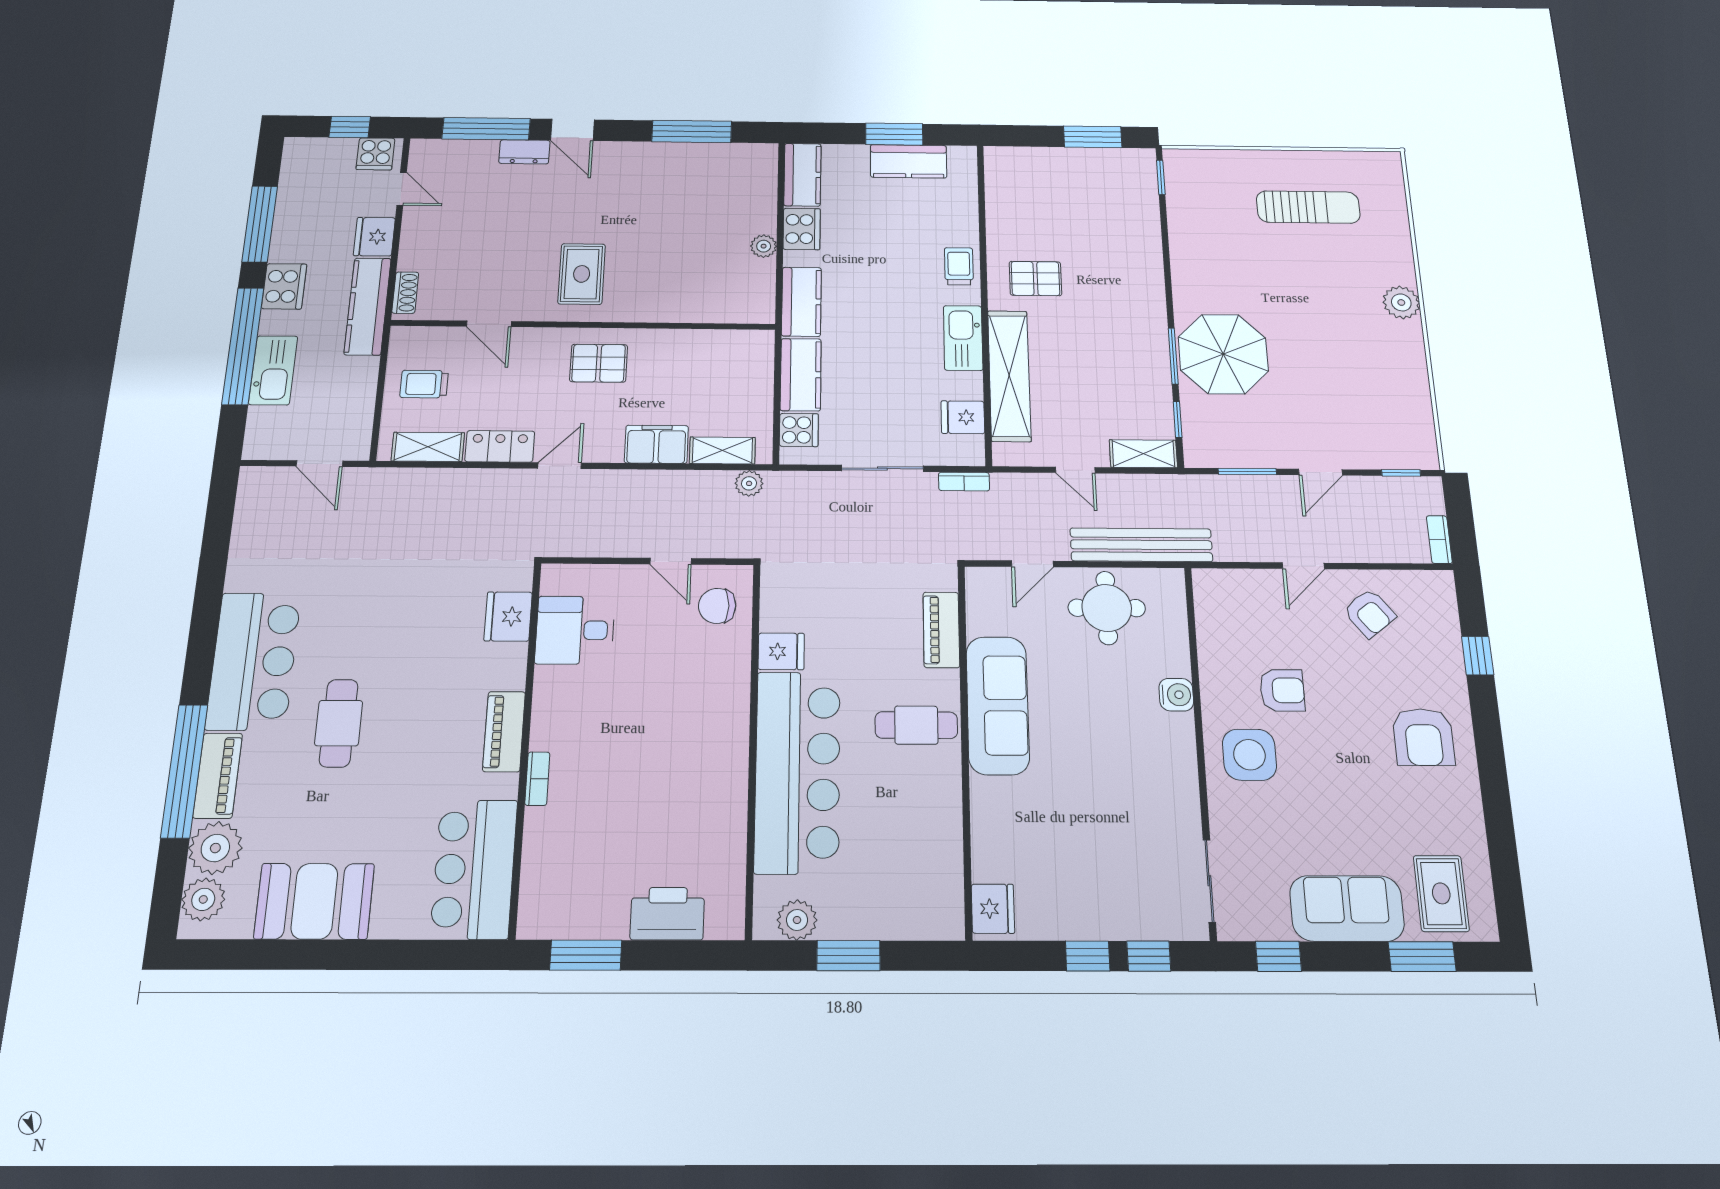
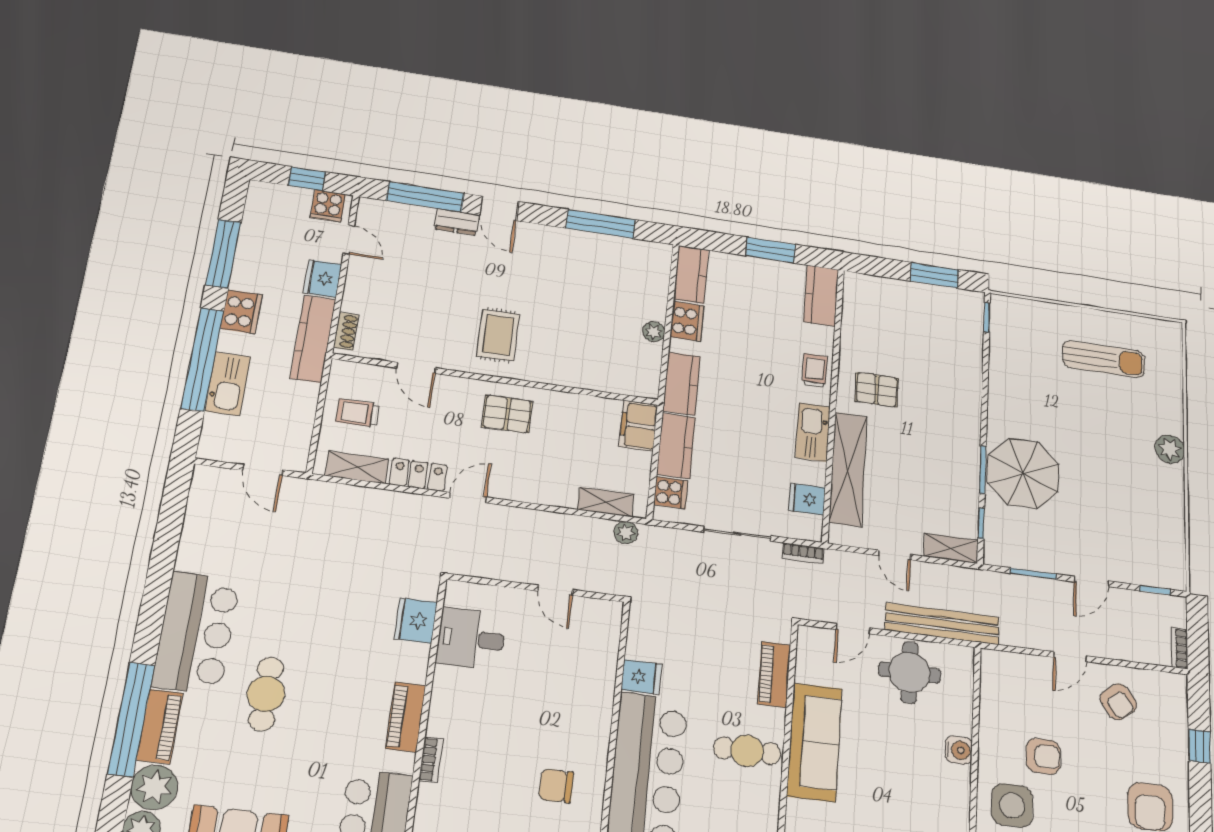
kitchen counter: (908, 161) -> (821, 296), moved, turned 90
filing cabinet: (656, 444) -> (638, 426), moved, turned -90
chair: (717, 606) -> (556, 786), moved

